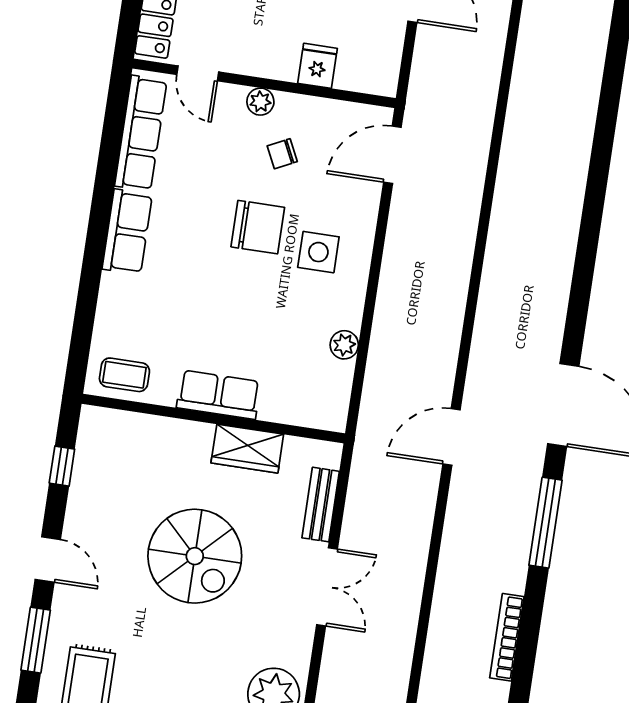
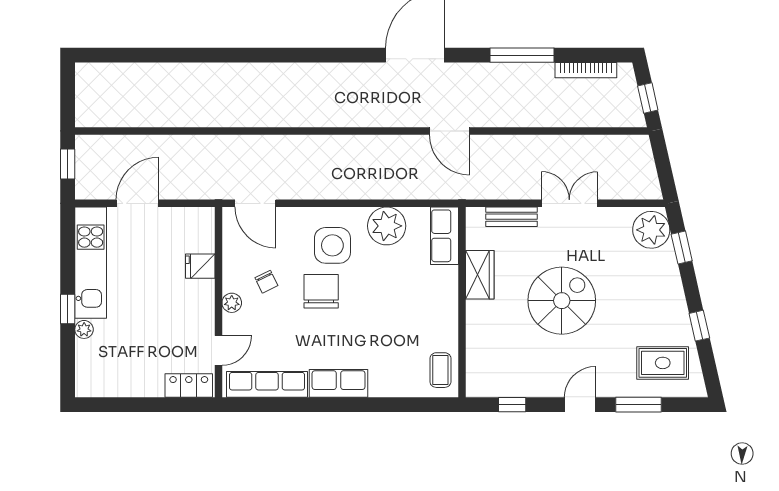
side table: (318, 252) -> (332, 245), width x1.37, depth x1.37
plant: (344, 345) -> (387, 226), width x1.88, depth x1.88
row of seats: (219, 395) -> (445, 236), moved
window: (545, 523) -> (522, 55), moved

